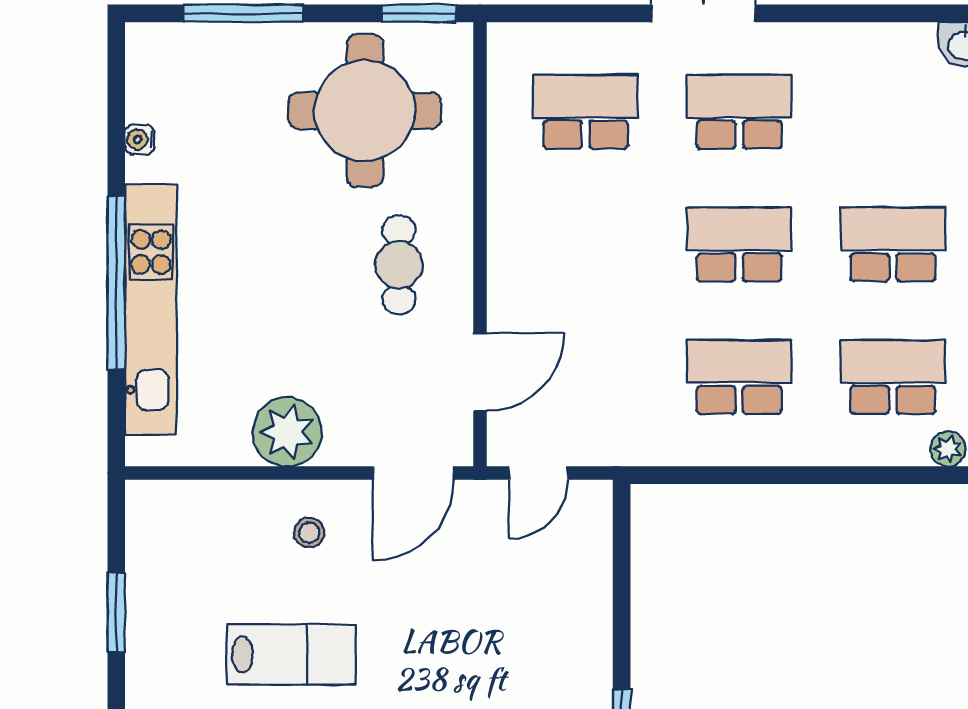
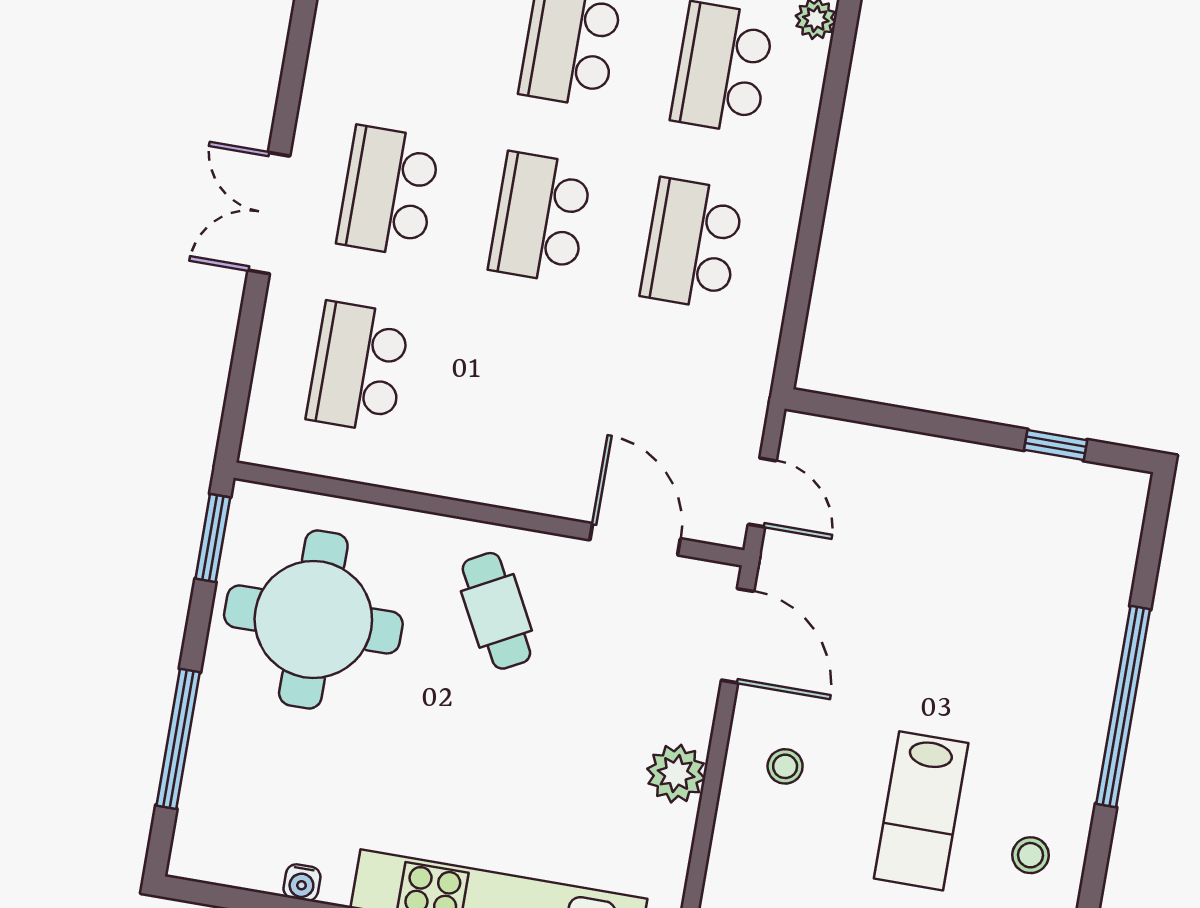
cafe table: (399, 265) -> (496, 611), turned 62
plant: (287, 432) -> (676, 774), width x0.73, depth x0.73
lab bench: (291, 655) -> (921, 811), turned 180

